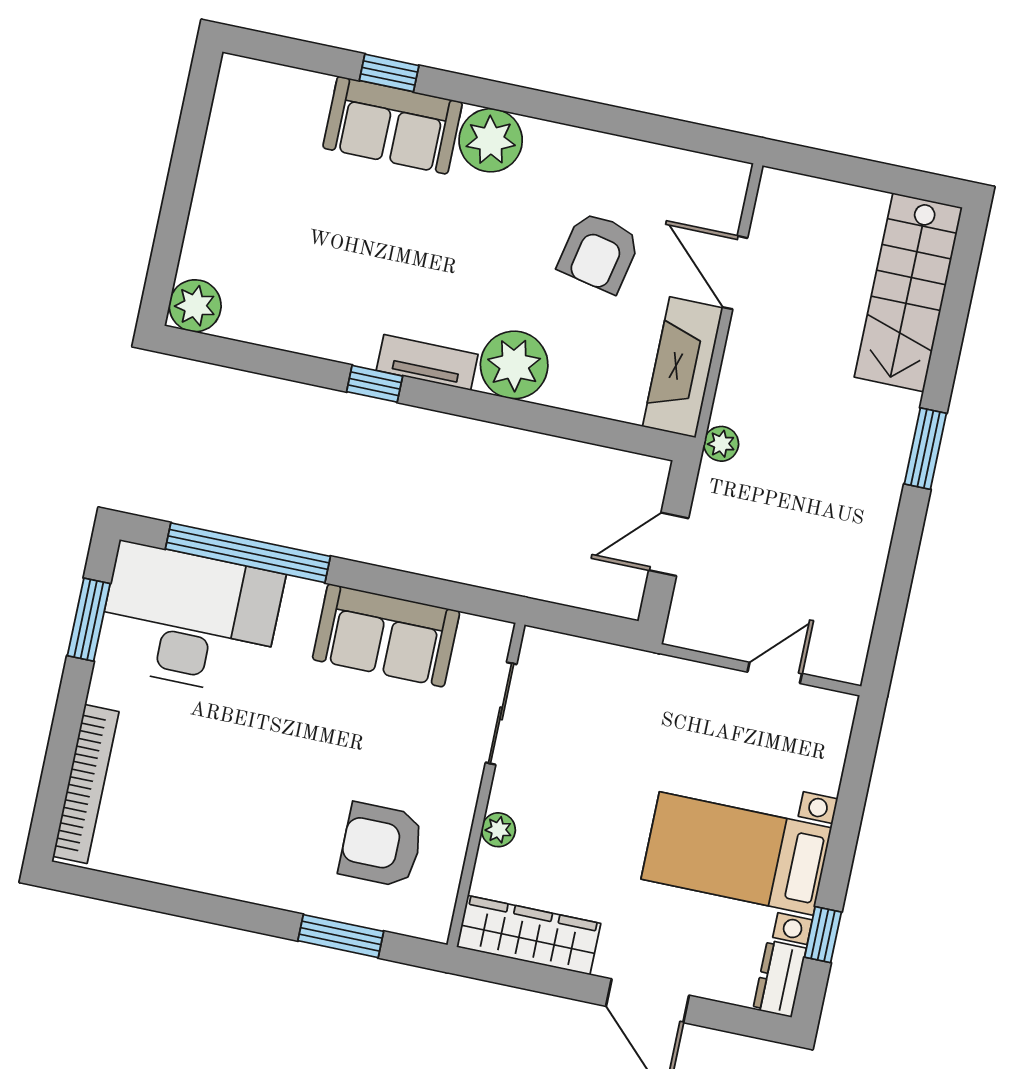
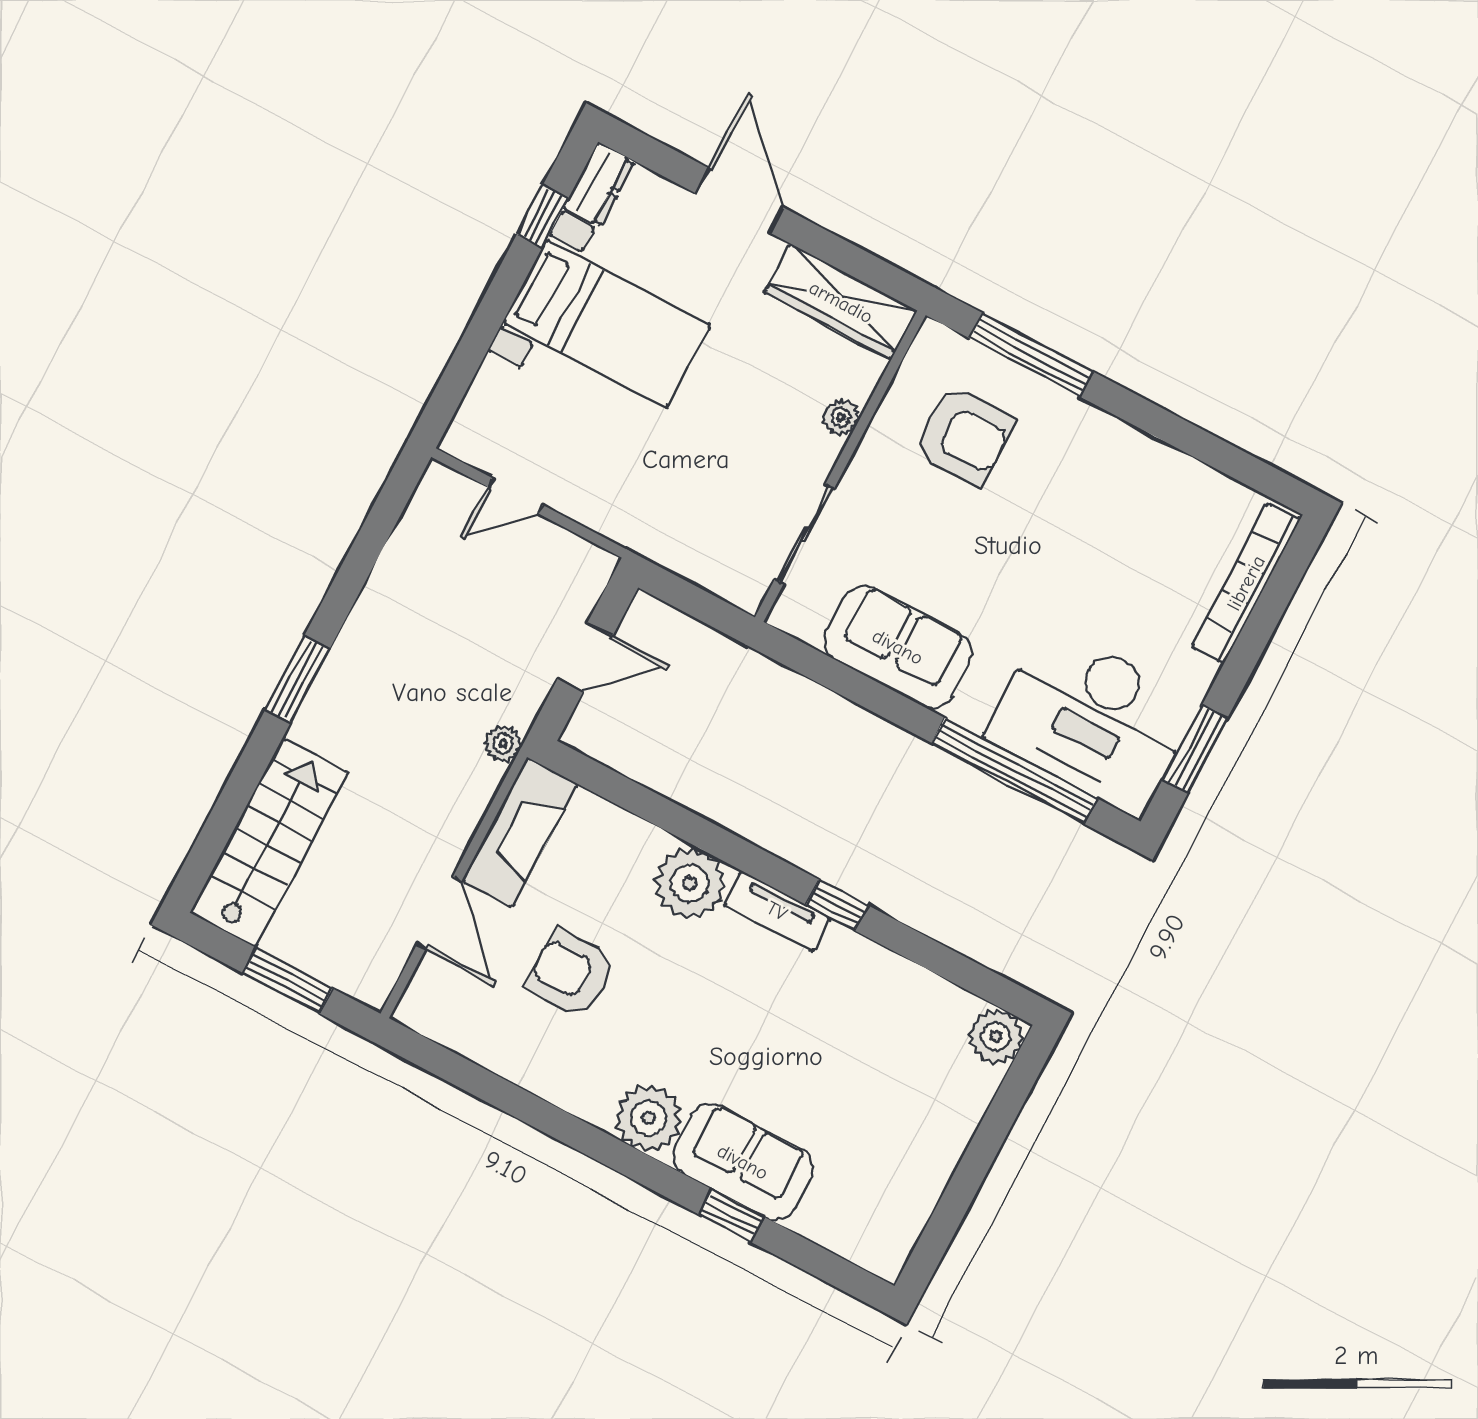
window: (855, 171) -> (288, 981), added
armchair: (599, 252) -> (571, 973), turned -102
window: (341, 936) -> (1032, 355), width x1.44

